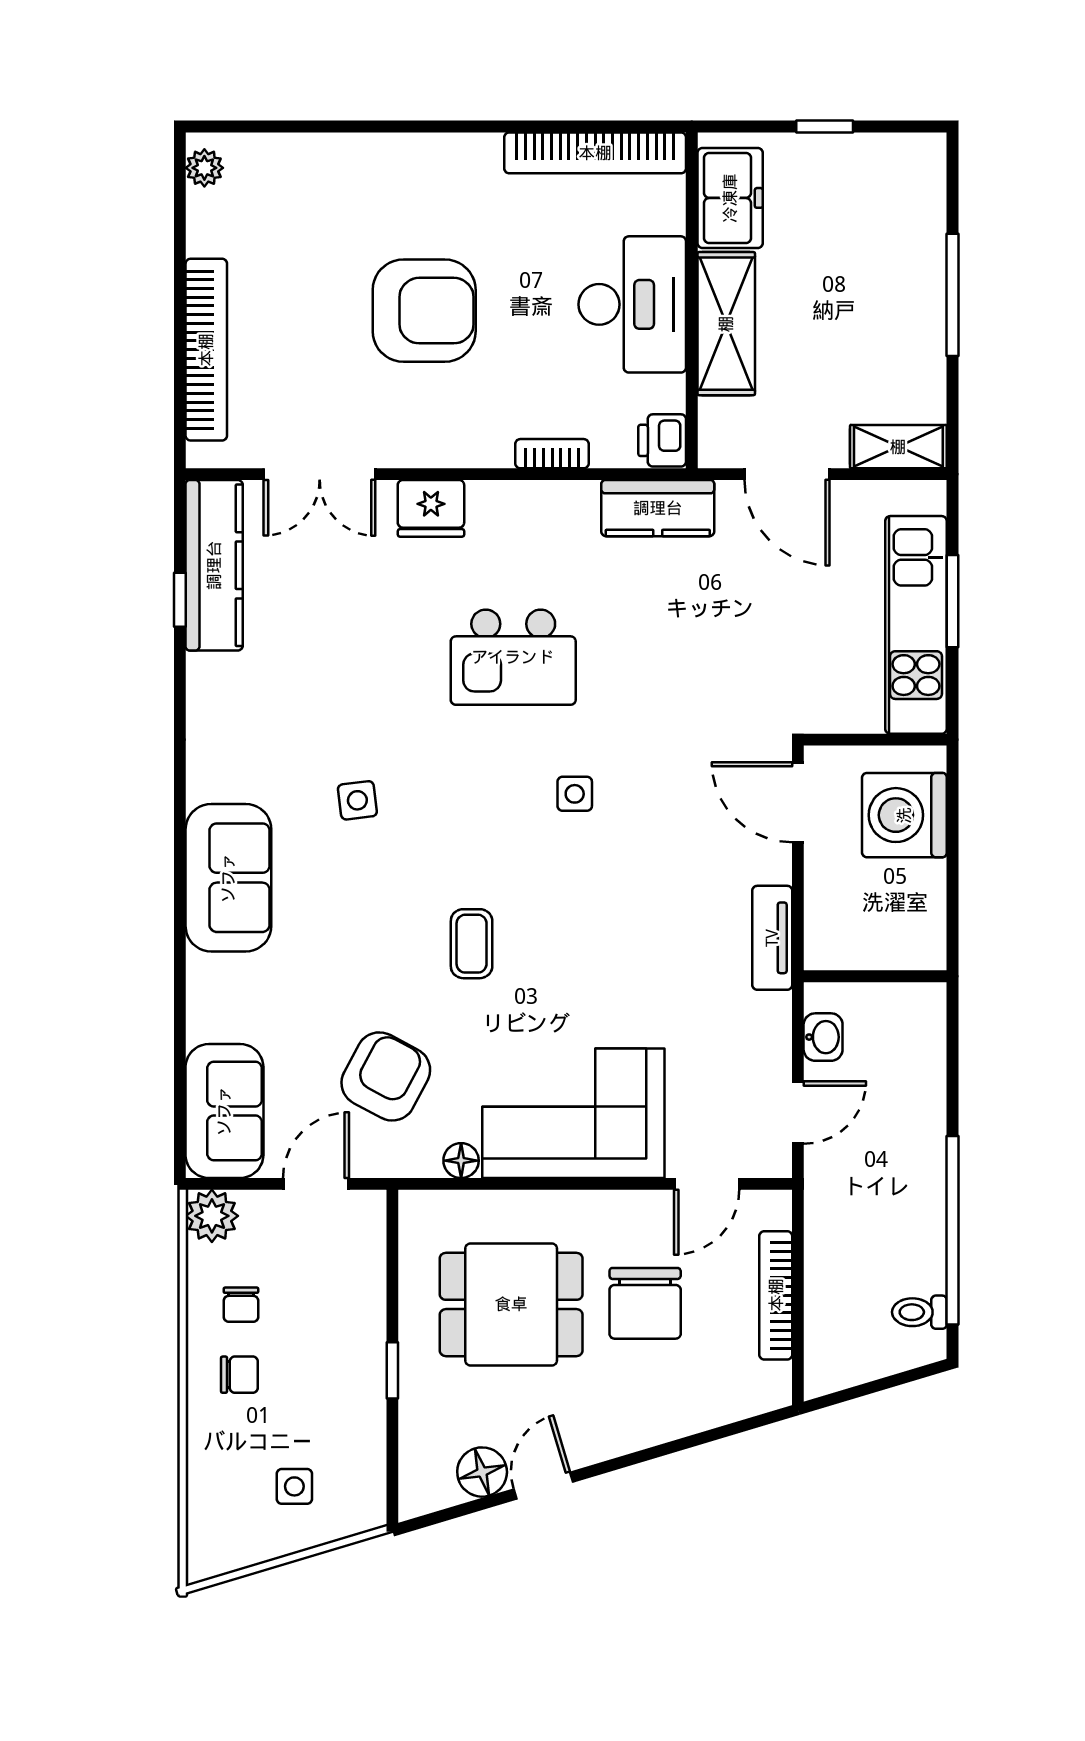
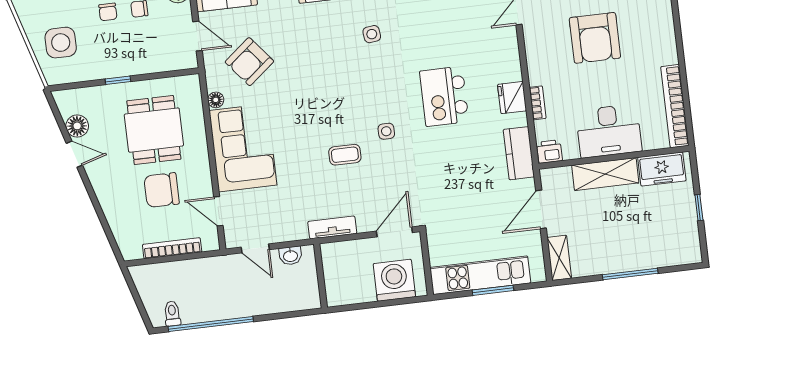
fridge: (431, 508) -> (512, 98), moved
coffee table: (472, 944) -> (345, 155), moved
armchair: (386, 1076) -> (249, 62), turned 113
side table: (294, 1486) -> (61, 43), width x1.87, depth x1.87

